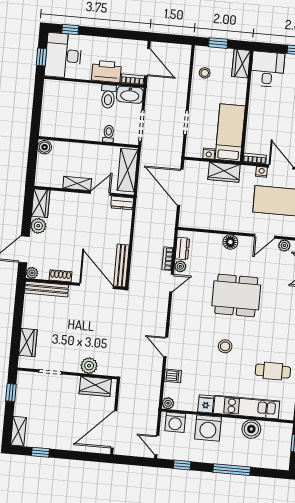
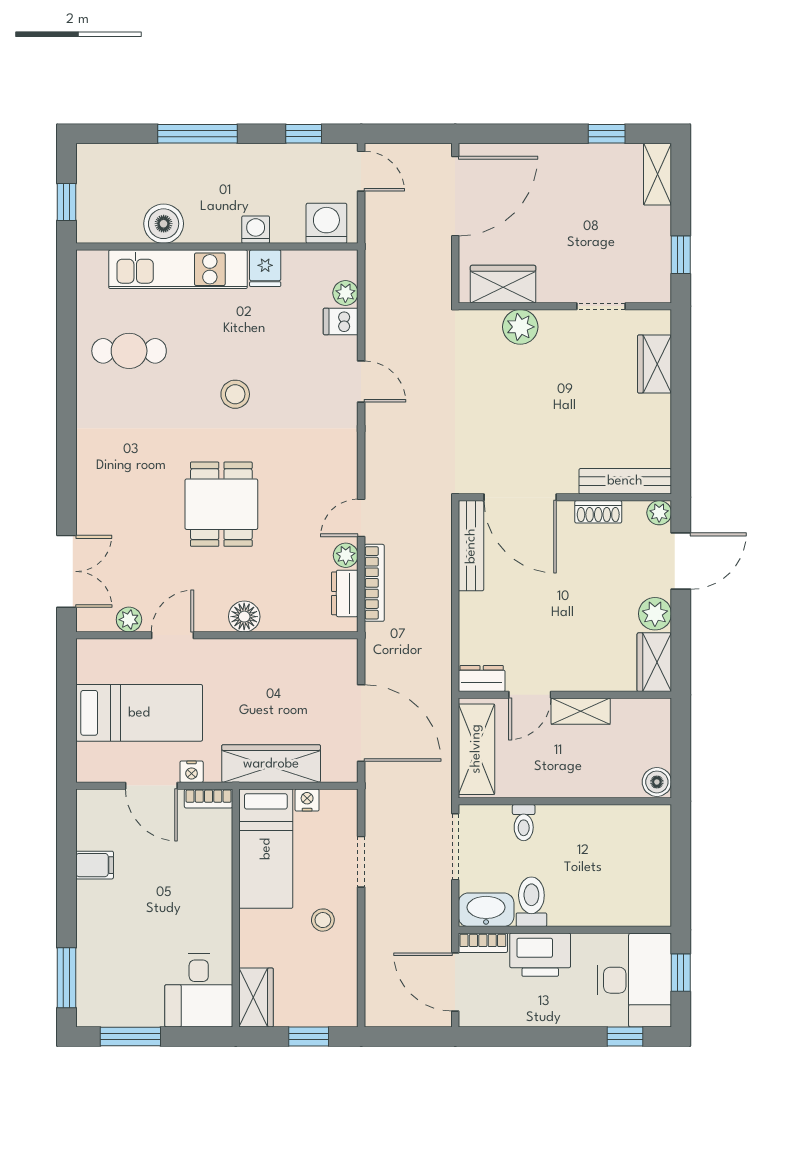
stool: (205, 73) -> (323, 920), moved
wardrobe: (224, 172) -> (271, 764), width x1.50
bookcase: (168, 259) -> (374, 583), width x1.56
dining table: (236, 295) -> (221, 504), width x0.73
plant: (168, 403) -> (345, 293), moved
washing machine: (208, 428) -> (256, 230), width x0.53, depth x0.53

